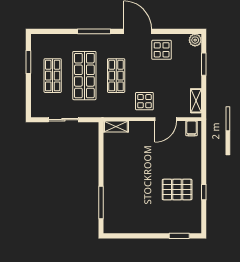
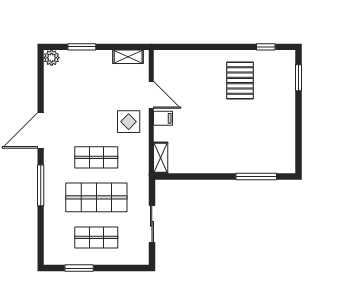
display table: (162, 50) -> (64, 100), removed
filing cabinet: (192, 128) -> (163, 118), moved
window: (204, 192) -> (266, 47), moved

